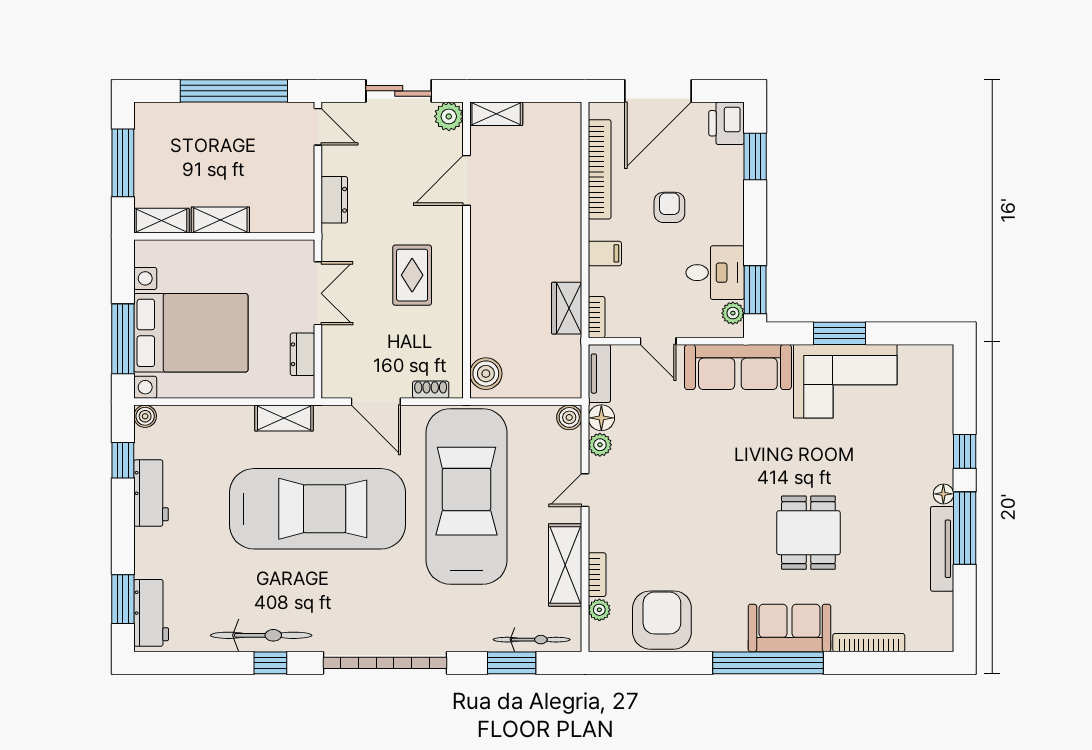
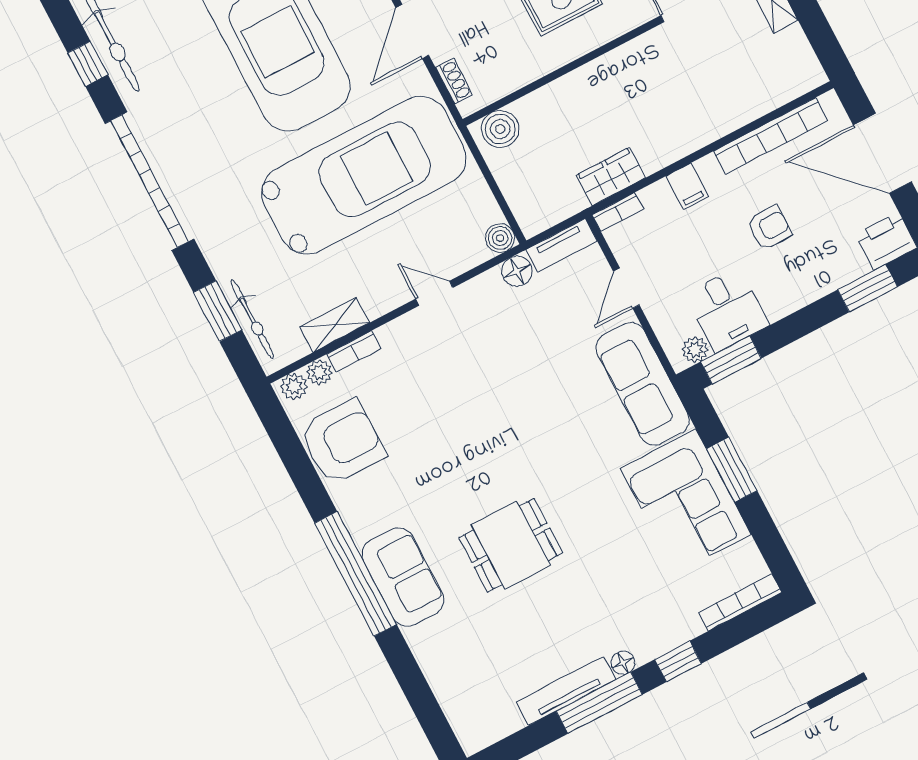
plant: (600, 445) -> (294, 386), moved
shelving: (565, 565) -> (335, 325), width x0.67, depth x0.75
bookcase: (869, 643) -> (740, 602), moved, turned -90

